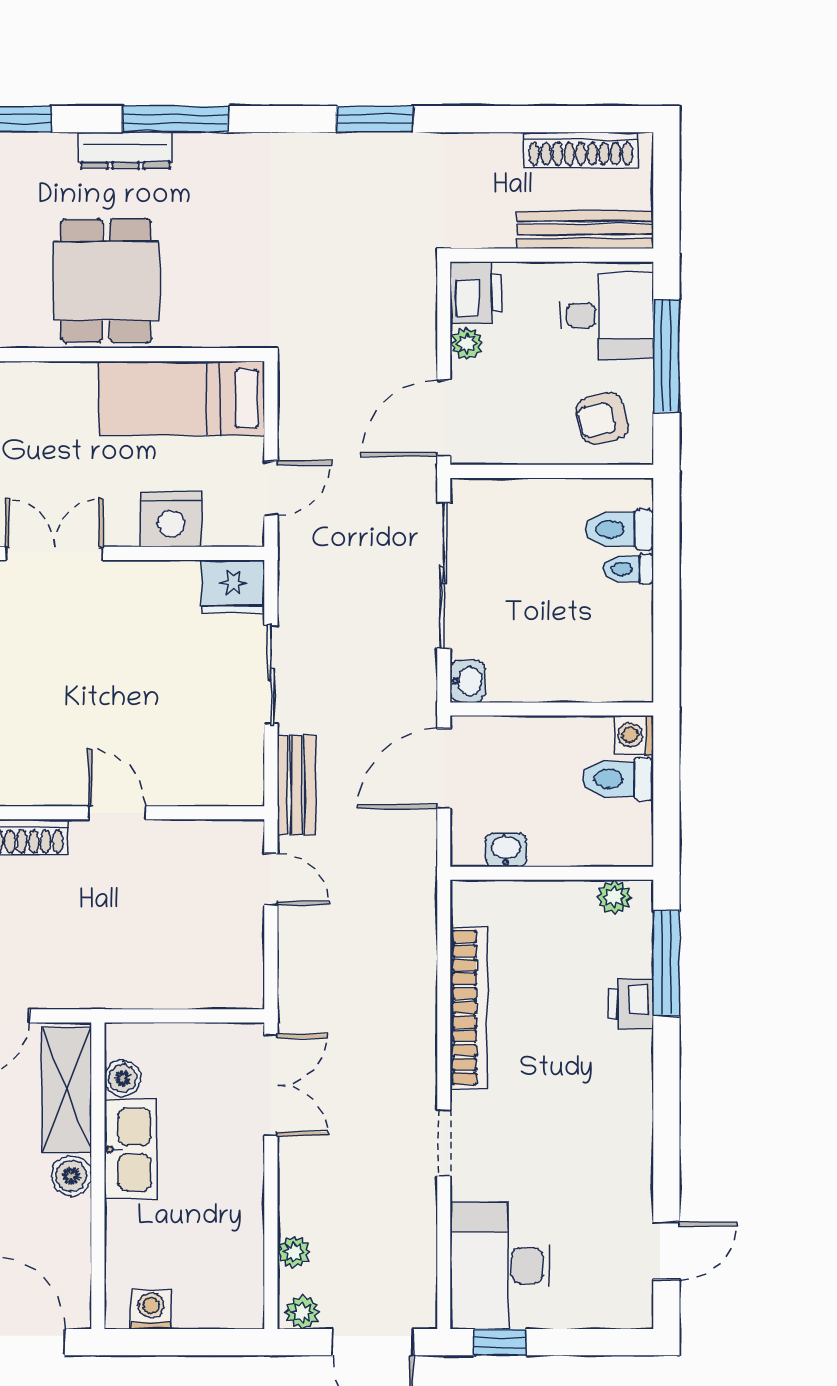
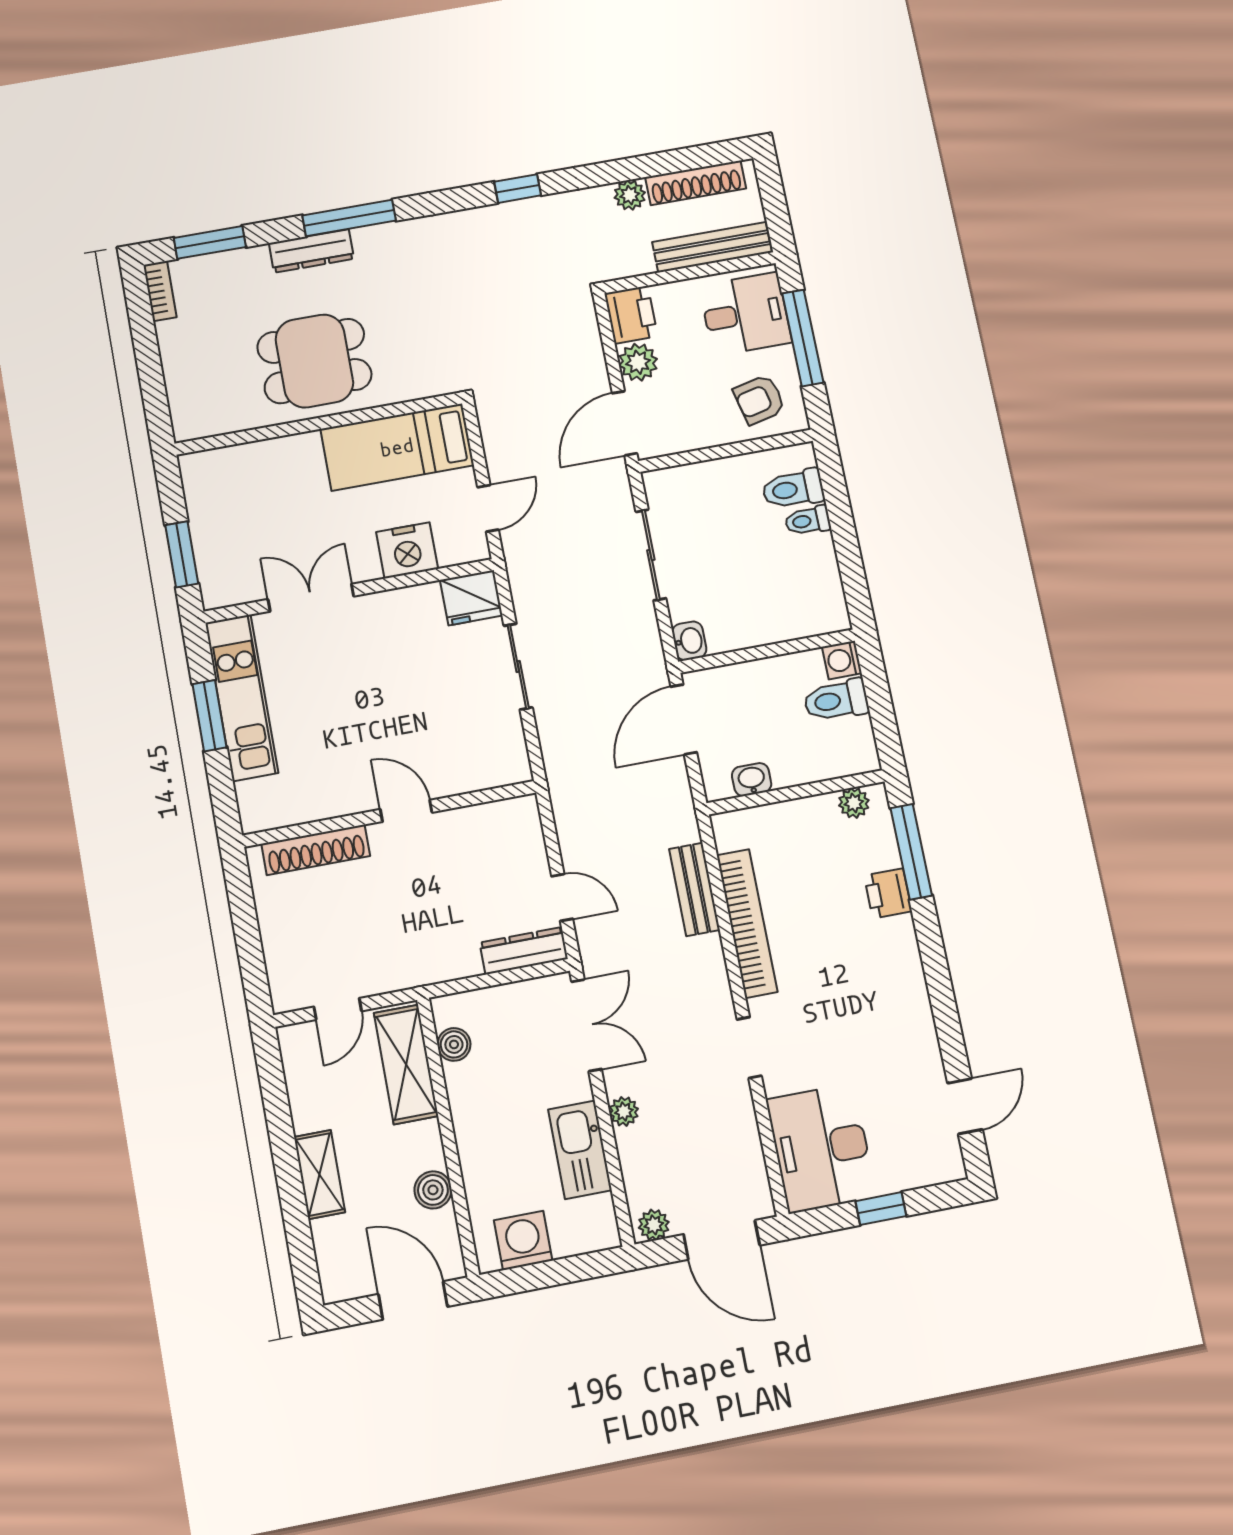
window: (375, 119) -> (518, 189), width x0.67
plant: (502, 150) -> (630, 195), added
dining table: (106, 281) -> (314, 361), turned 90
plant: (467, 344) -> (638, 362), width x1.38, depth x1.38
sliding door: (444, 575) -> (651, 555), width x0.73
bench: (296, 785) -> (694, 889), moved
door: (271, 879) -> (562, 897), moved
dresser: (218, 991) -> (524, 951), added
kitchen sink: (131, 1150) -> (580, 1150), moved, turned 180
boiler: (71, 1176) -> (433, 1190), moved
plant: (294, 1252) -> (624, 1111), moved
washing machine: (151, 1309) -> (523, 1240), width x1.38, depth x1.38
window: (500, 1342) -> (881, 1209), moved

